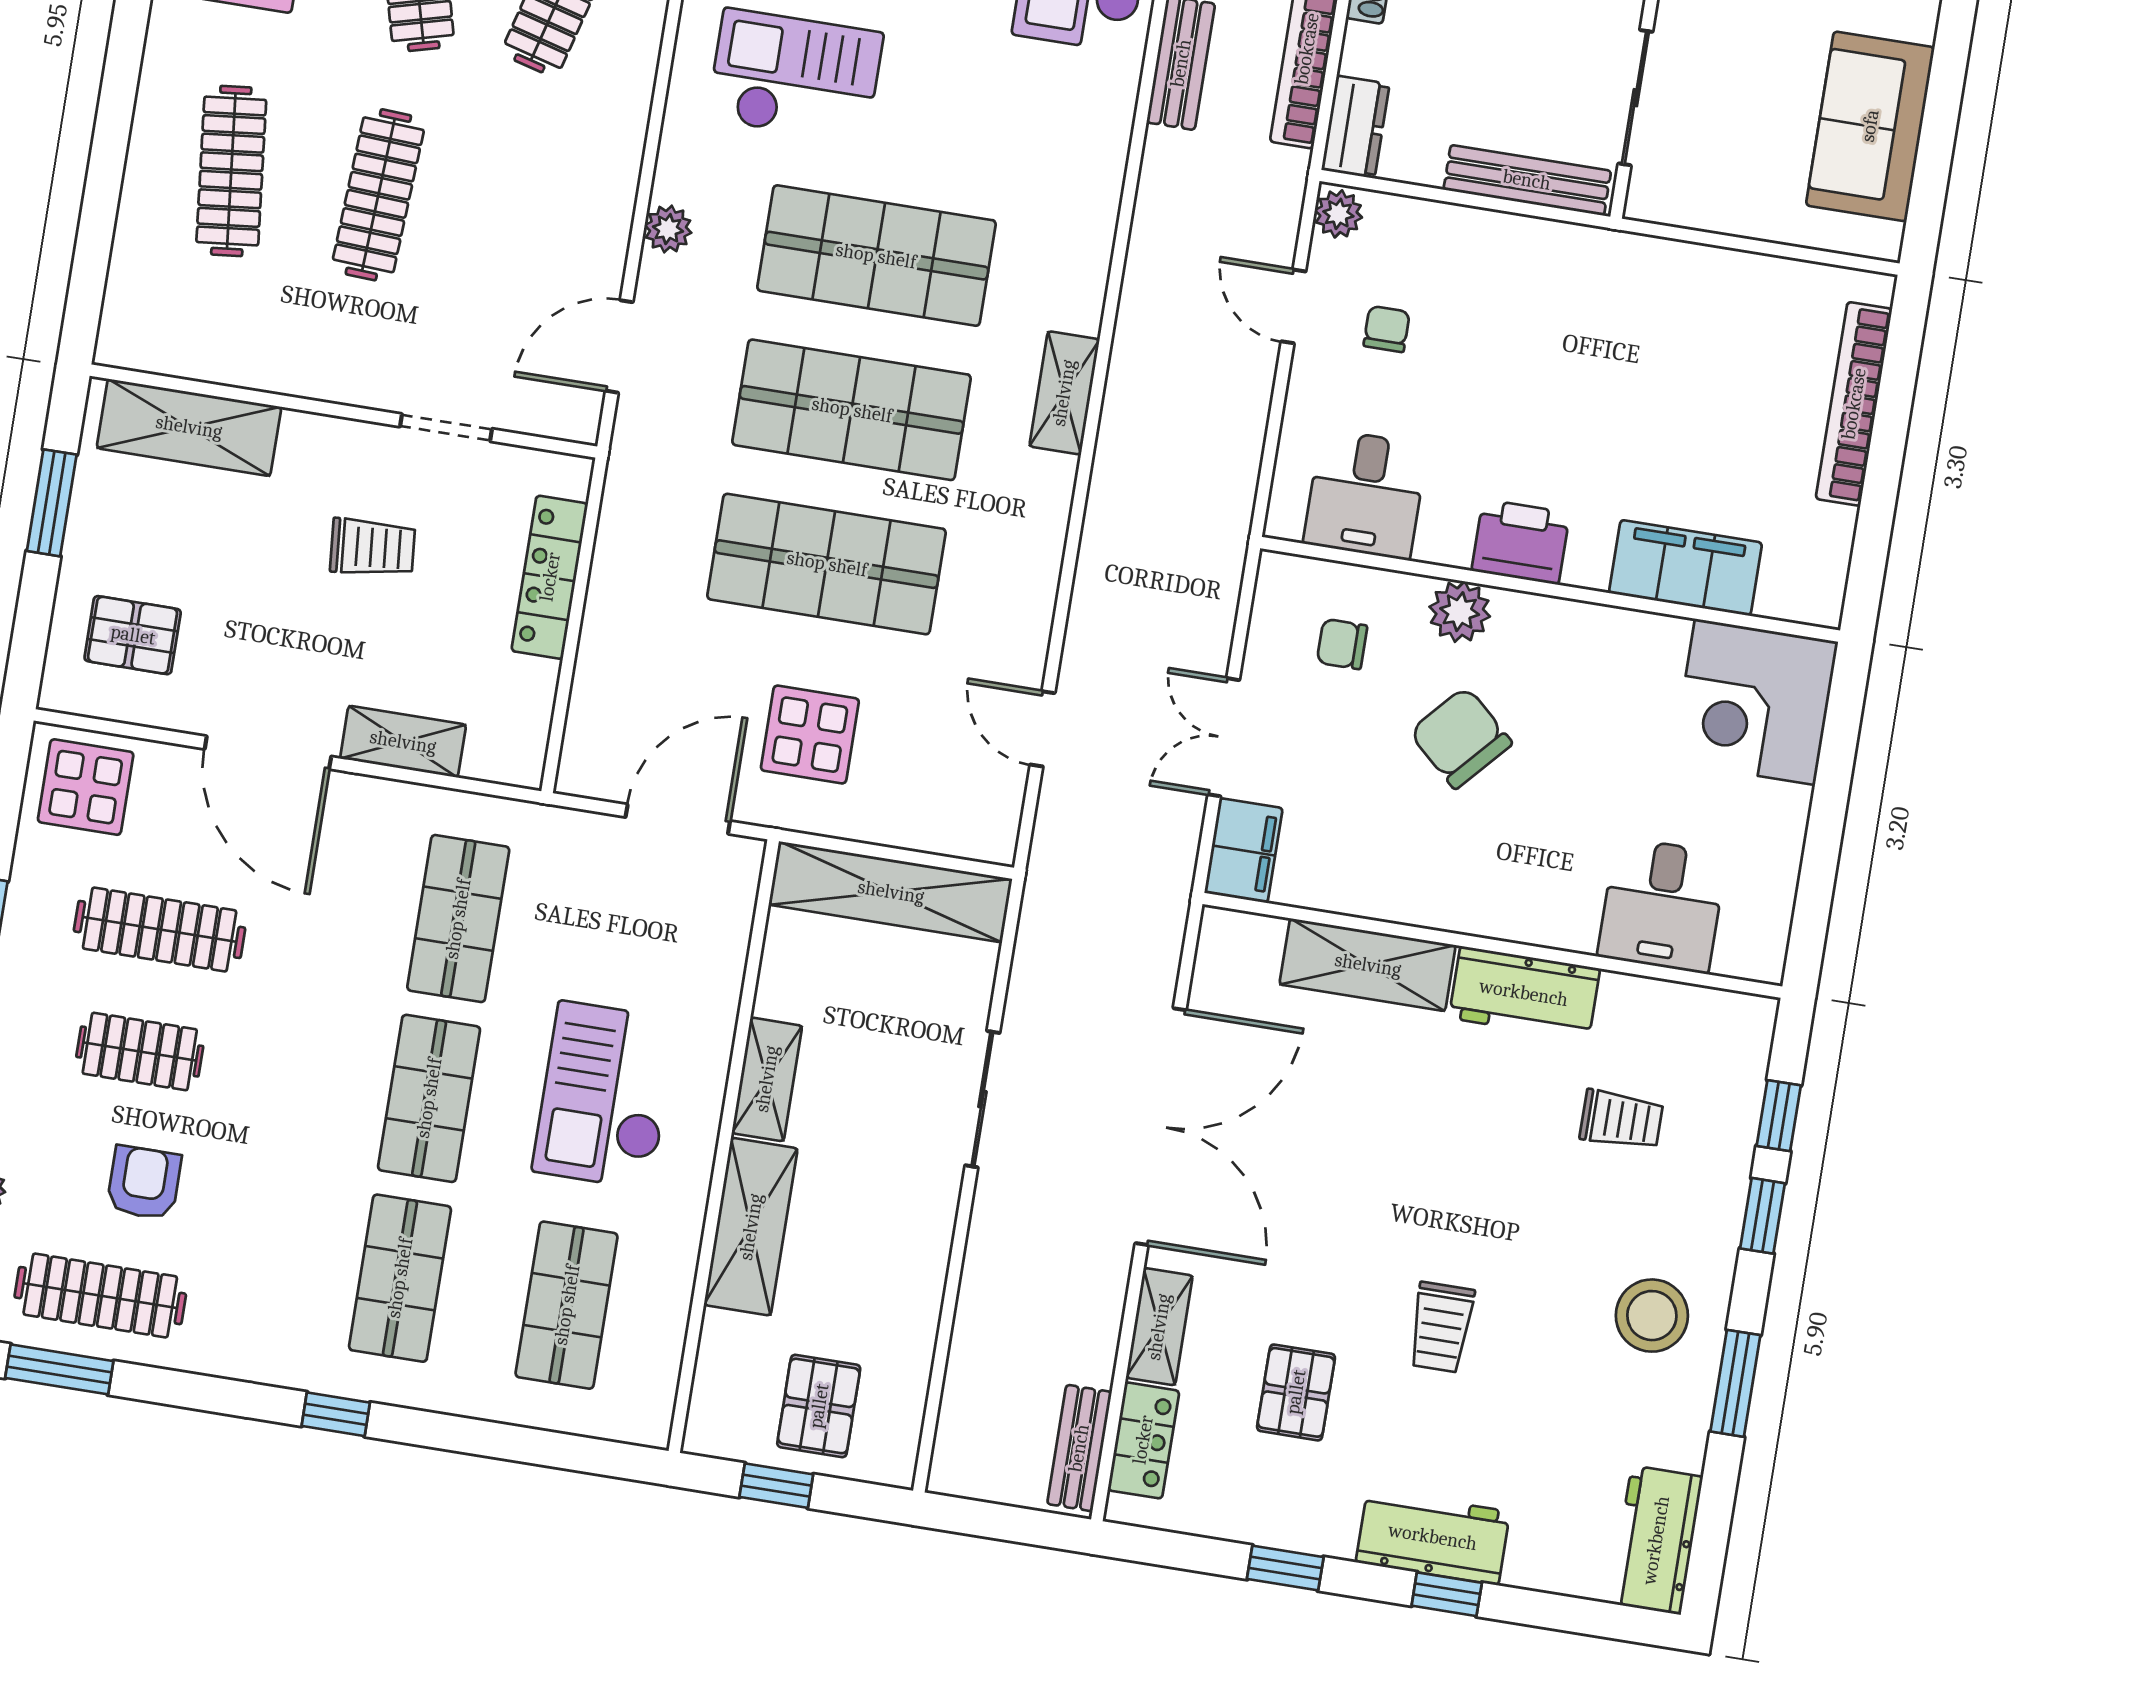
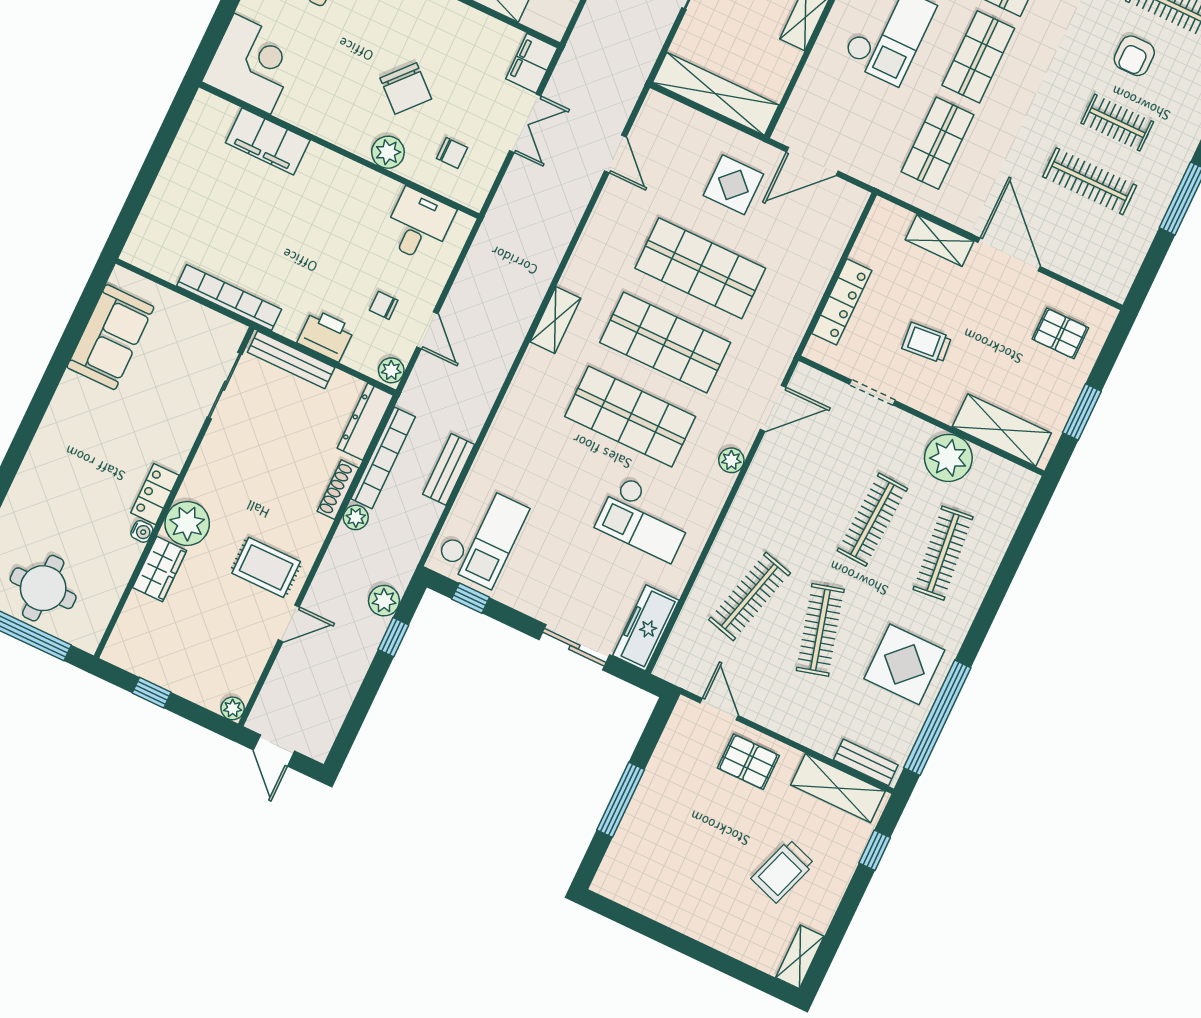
dresser: (1356, 127) -> (365, 422), width x1.44
chair: (1387, 329) -> (384, 305), turned 90
plant: (272, 348) -> (948, 458), added
bookcase: (1854, 404) -> (229, 298), moved, turned -90
printer: (1521, 542) -> (326, 335), moved, turned 180
display table: (86, 787) -> (1106, 264), removed

